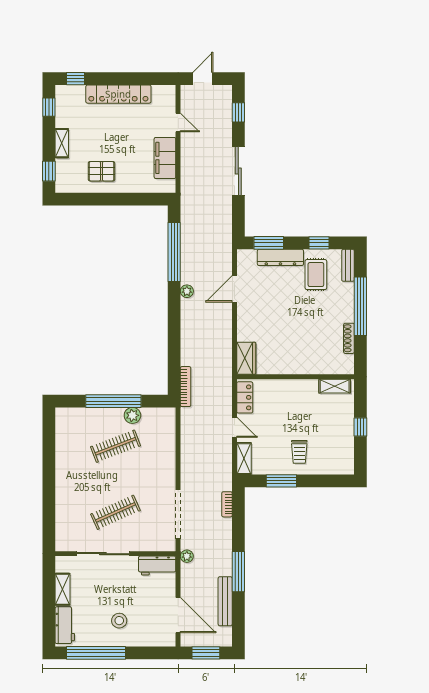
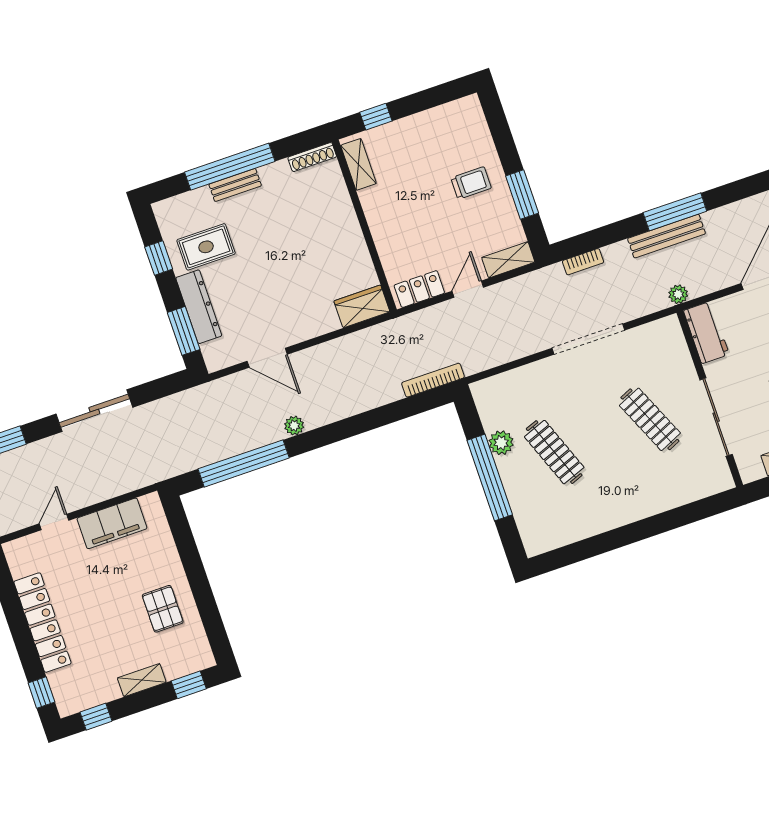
bench: (348, 265) -> (235, 185), moved
shoe rack: (349, 338) -> (312, 157), moved
window: (360, 427) -> (376, 117), moved
doorway: (178, 514) -> (588, 339), moved
bench: (225, 601) -> (667, 236), moved

